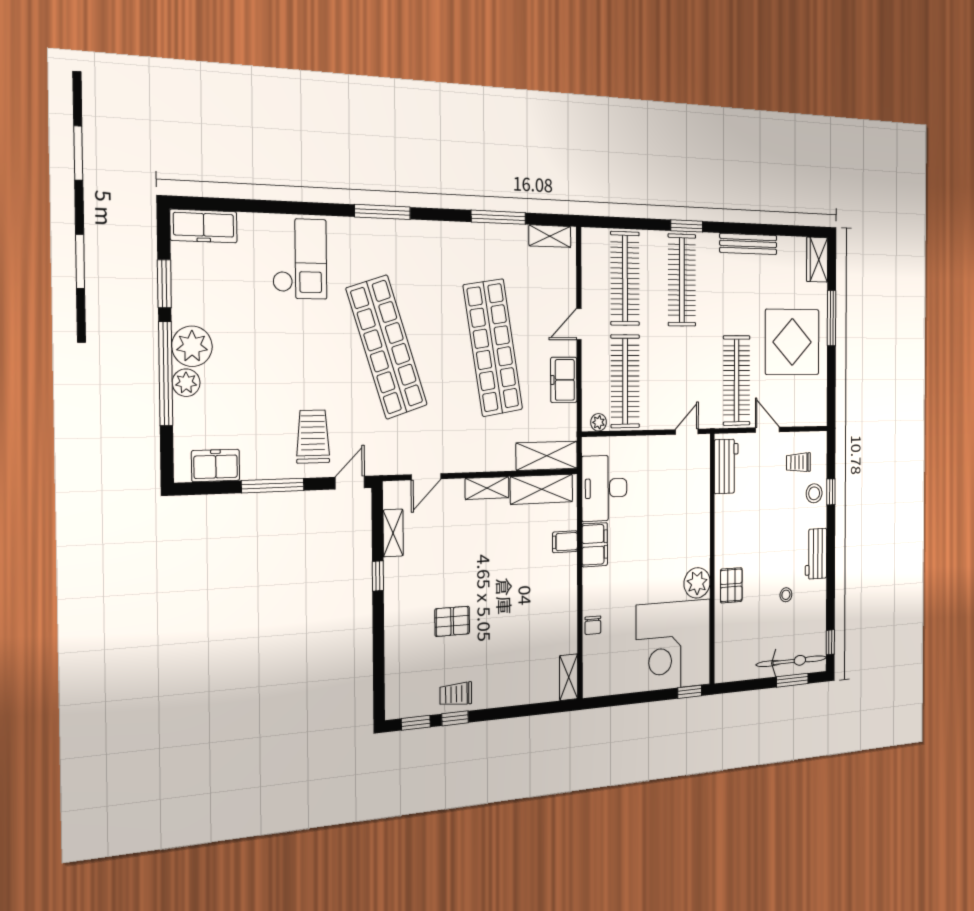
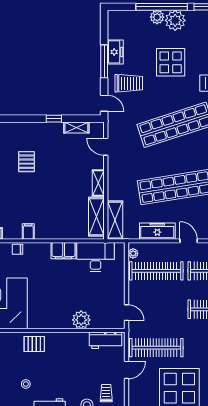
display table: (273, 356) -> (171, 62), added
freezer: (564, 380) -> (157, 231), width x1.40
freezer: (216, 465) -> (115, 52), moved
filing cabinet: (565, 542) -> (28, 231), moved
plant: (697, 583) -> (81, 320), moved

